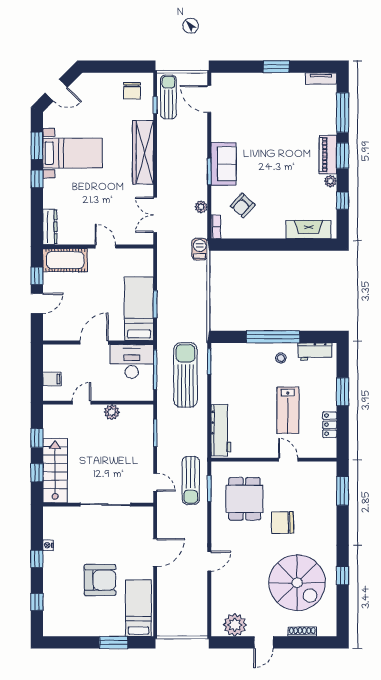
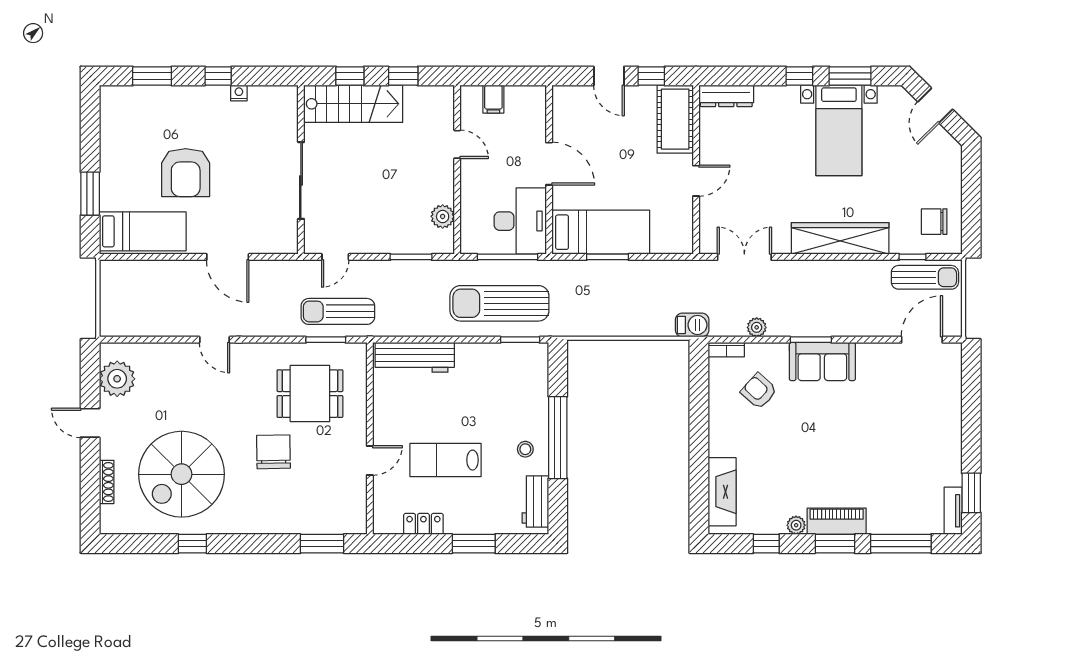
window: (276, 67) -> (971, 493), moved
sun lounger: (185, 375) -> (499, 303), turned 180
plant: (112, 412) -> (443, 216), moved
window: (37, 602) -> (152, 76), width x1.50

